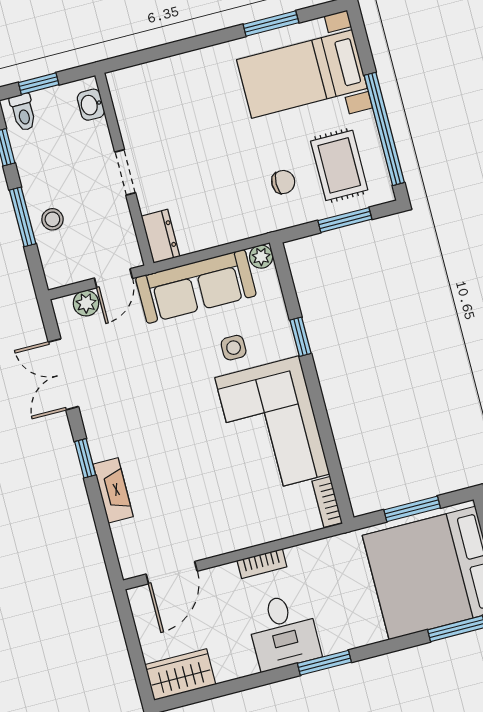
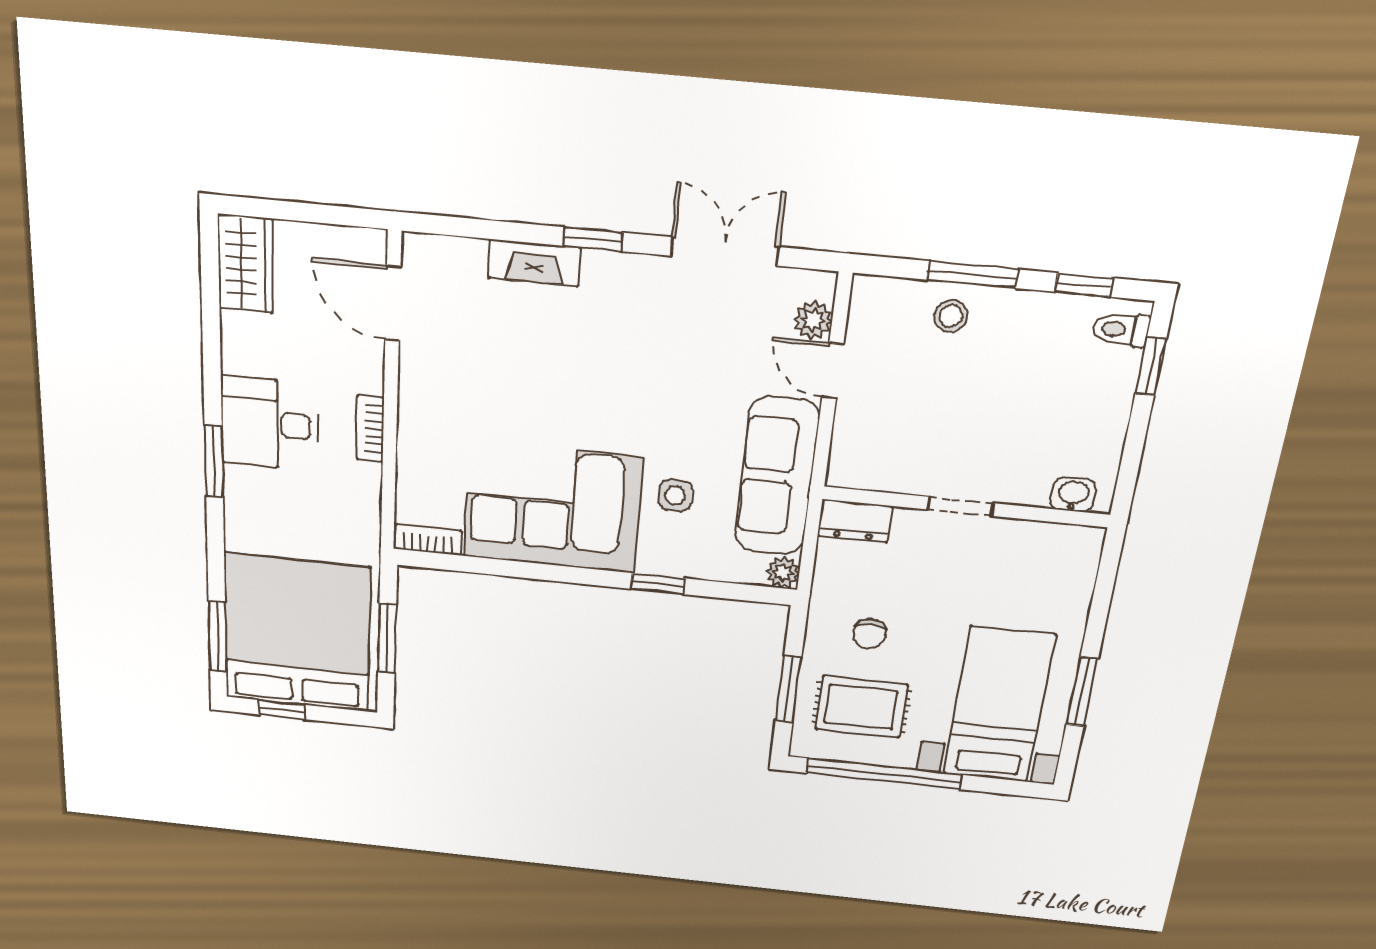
washbasin: (91, 105) -> (1073, 495), moved
wall: (124, 169) -> (966, 507), moved
doorway: (125, 172) -> (961, 506), moved
dresser: (161, 236) -> (855, 521), moved

